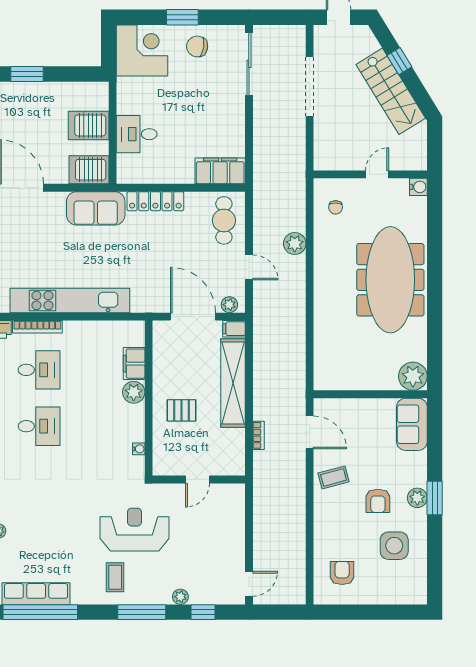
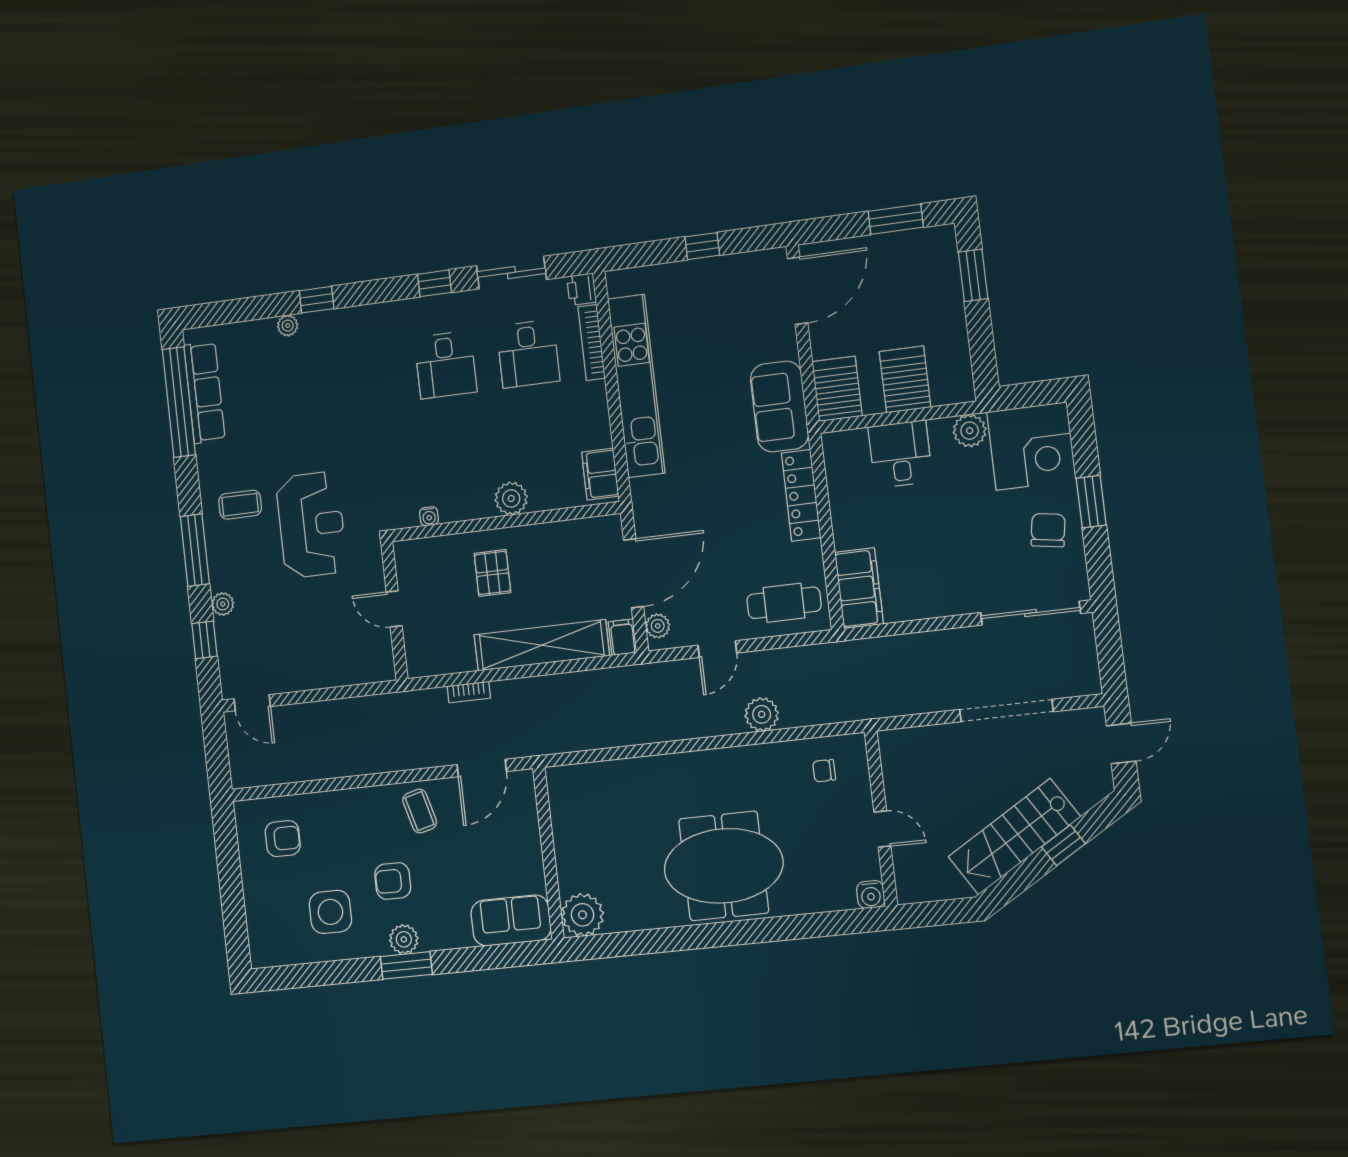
plant: (127, 88) -> (970, 431), added
meeting table: (390, 280) -> (724, 866), width x0.73
filing cabinet: (134, 364) -> (600, 474), moved, turned -90

